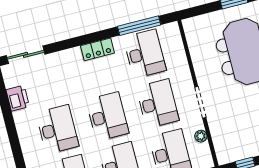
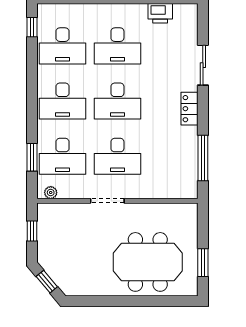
desk: (145, 54) -> (172, 156), removed
sliding door: (26, 55) -> (203, 65), moved
plant: (201, 136) -> (51, 193), moved

